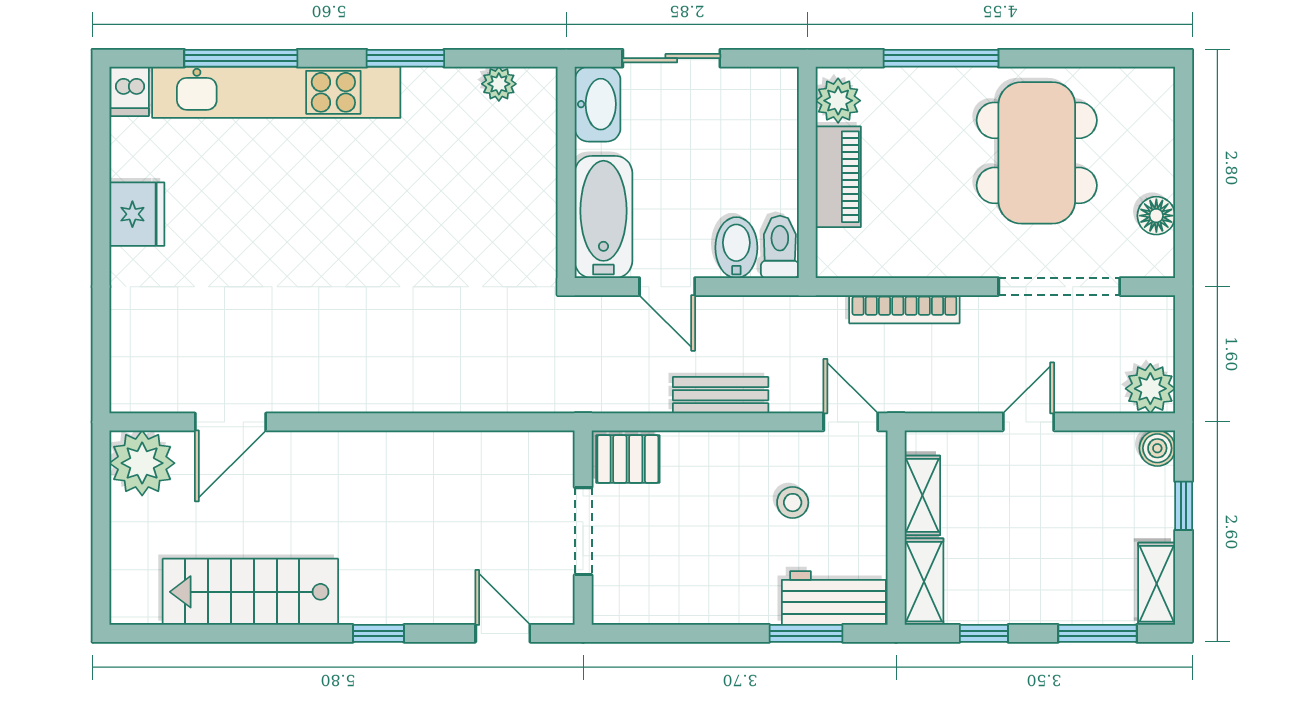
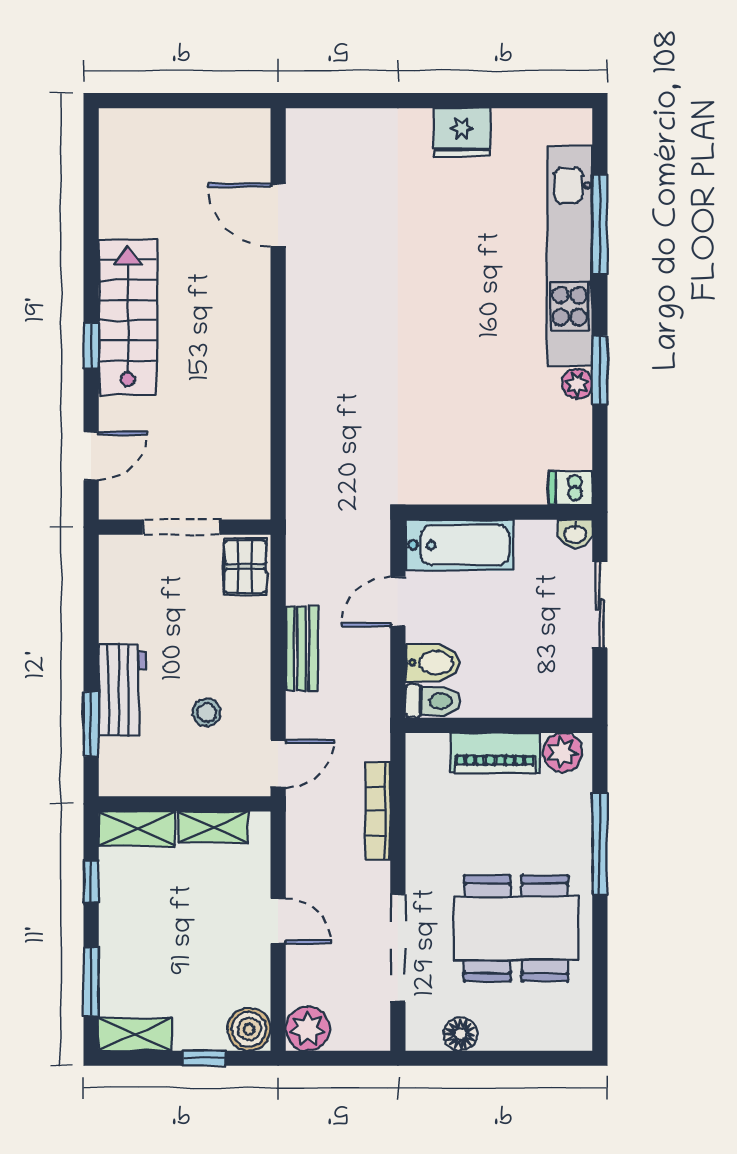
plant: (499, 84) -> (577, 384), moved
dishwasher: (130, 91) -> (570, 488), moved
washbasin: (598, 104) -> (575, 534), width x0.52, depth x0.69
boiler: (1157, 448) -> (249, 1029), width x1.36, depth x1.36
plant: (142, 463) -> (242, 137), removed
stairs: (250, 592) -> (128, 317), moved
workbench: (834, 598) -> (122, 690), moved

